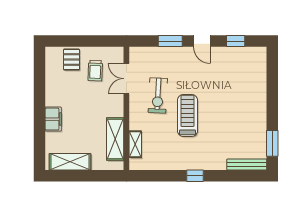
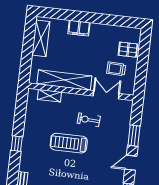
exercise bike: (158, 95) -> (89, 120), width x0.73, depth x0.72
treadmill: (188, 116) -> (69, 143), turned 180
shelving: (115, 139) -> (64, 80), width x1.47

